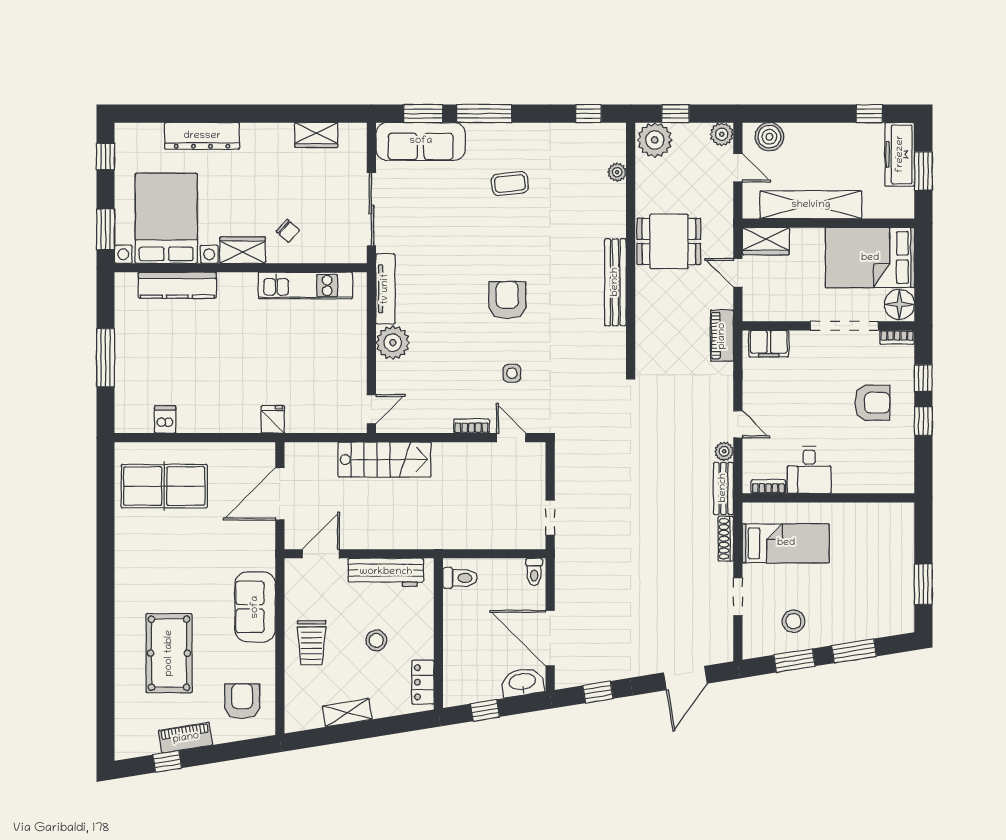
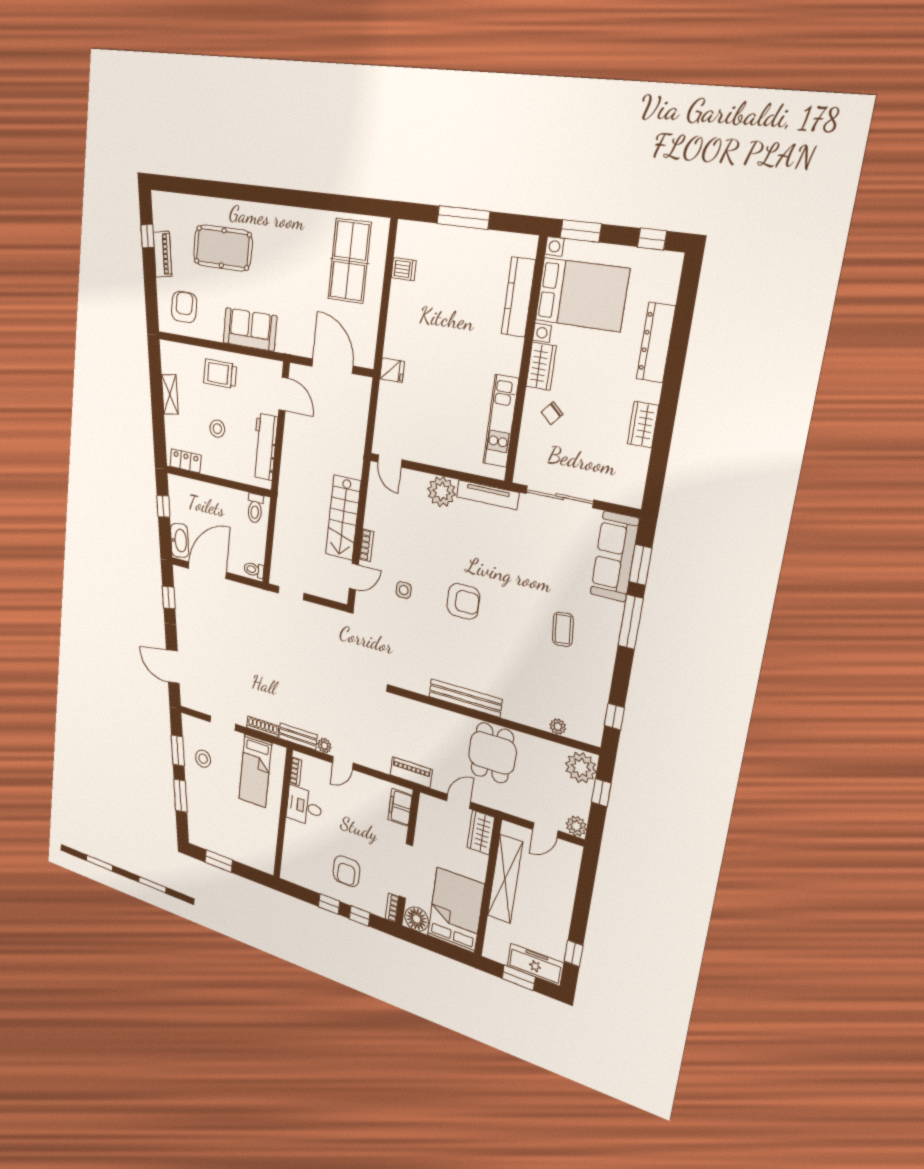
wardrobe: (316, 135) -> (643, 425), moved
boiler: (769, 137) -> (568, 865), removed
stairs: (384, 460) -> (343, 518), moved
armchair: (242, 701) -> (184, 307), turned -90

